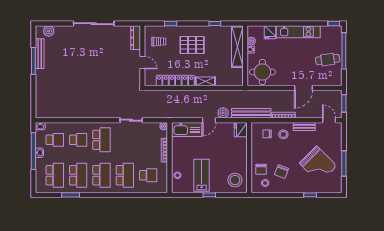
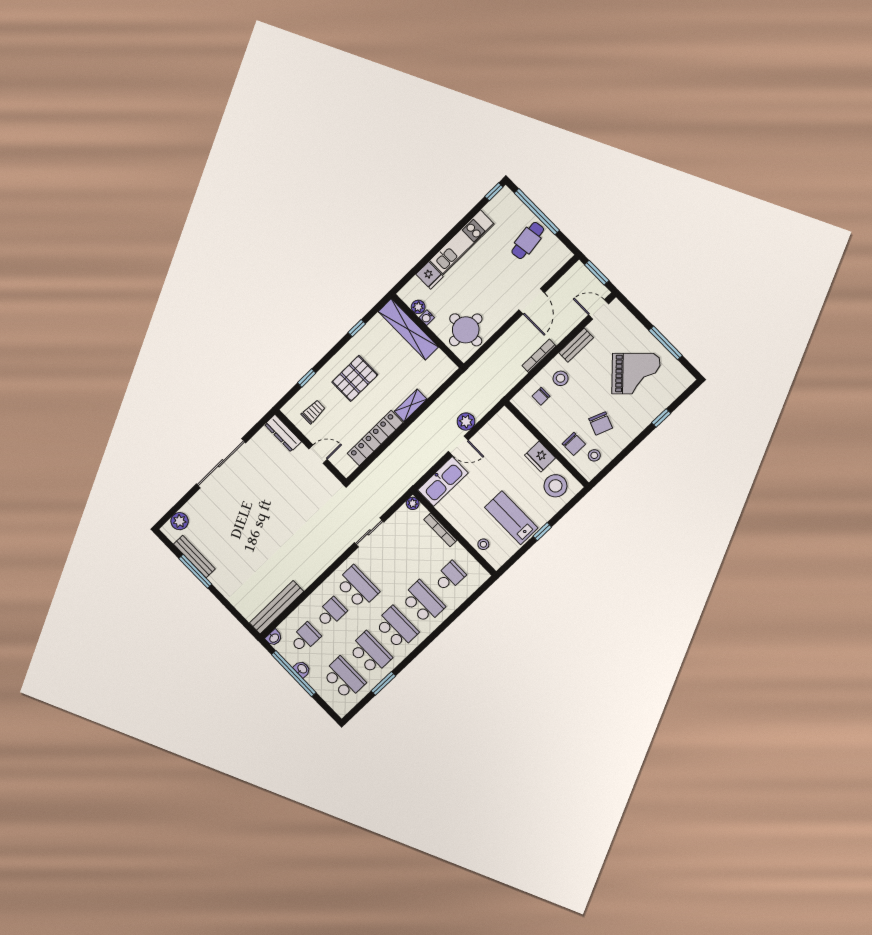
bench: (251, 113) -> (277, 607), moved
door: (209, 120) -> (458, 446), hinge flipped
fridge: (241, 130) -> (540, 457), moved

